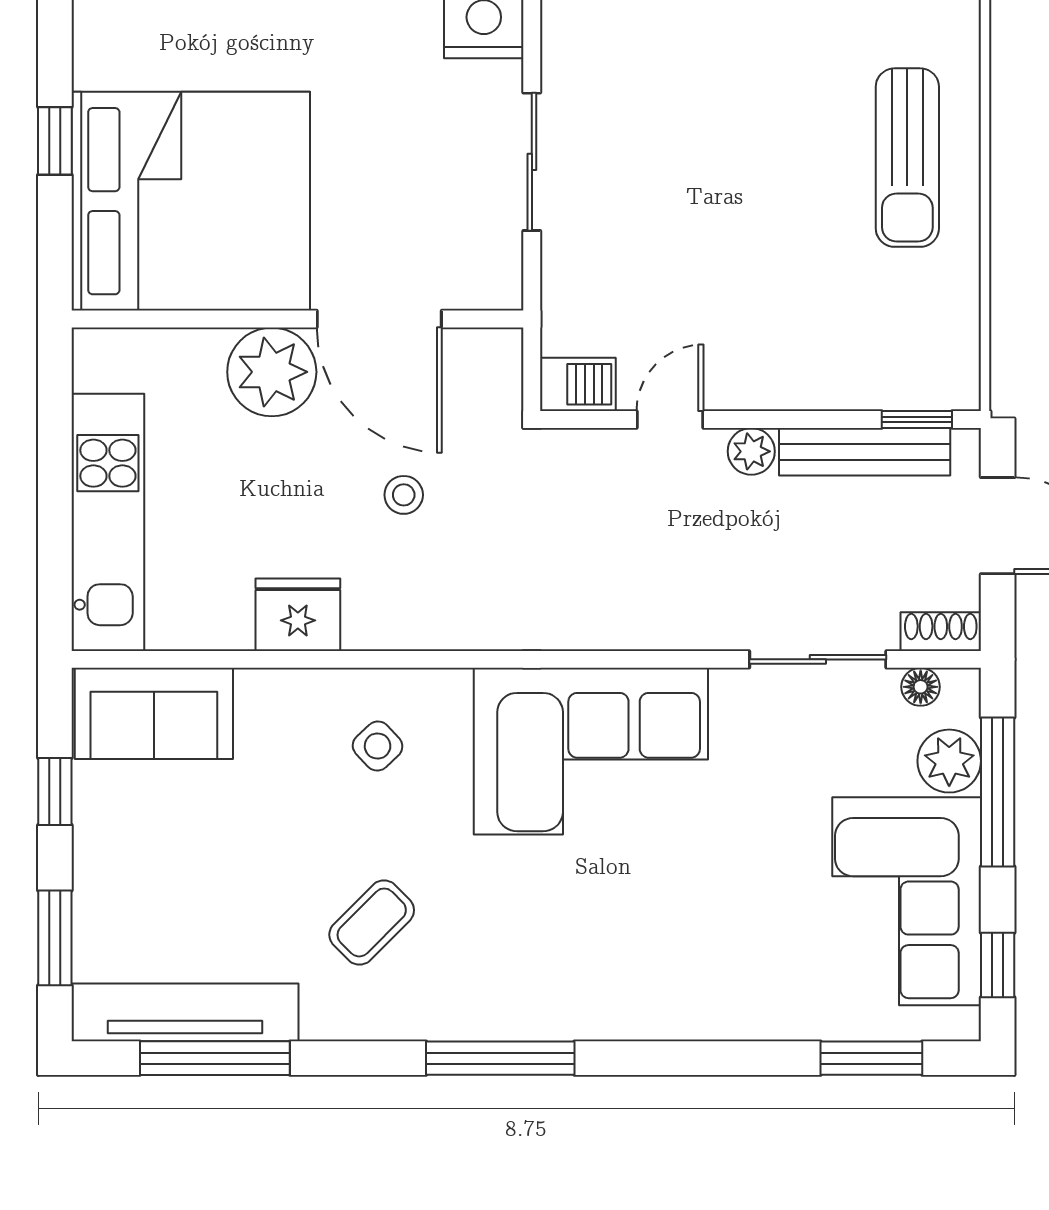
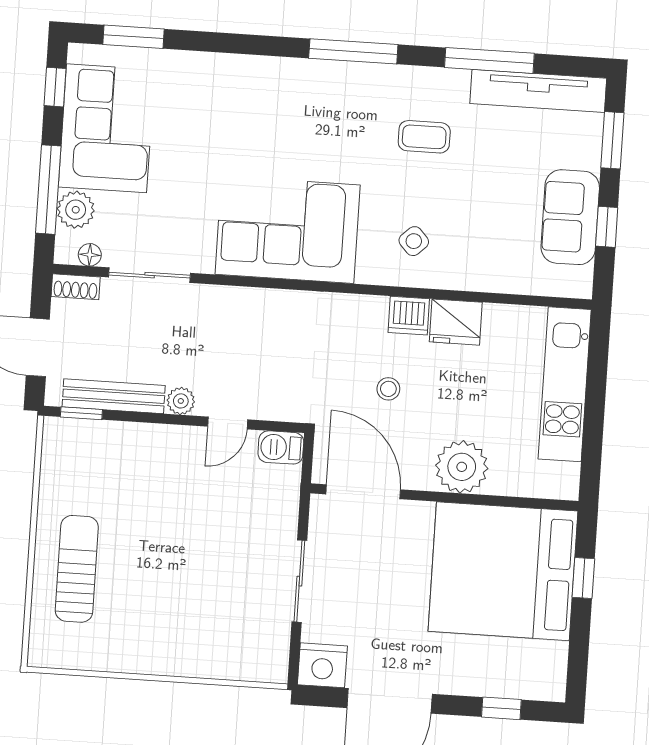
window: (55, 141) -> (583, 578), moved
door: (379, 319) -> (363, 492), moved
dishwasher: (378, 620) -> (409, 316), added
sofa: (154, 713) -> (570, 217), moved, turned -90
coffee table: (372, 922) -> (424, 137), turned 45
window: (215, 1058) -> (489, 60), moved

